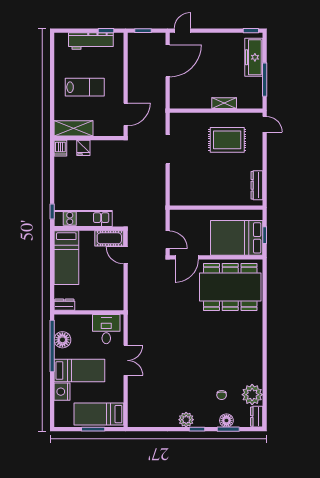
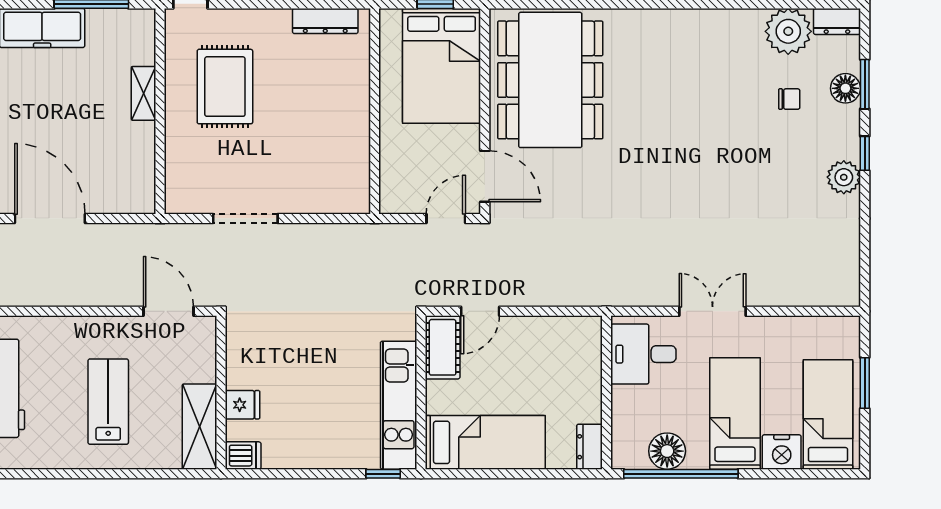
bed: (99, 414) -> (828, 415), moved, turned 180

